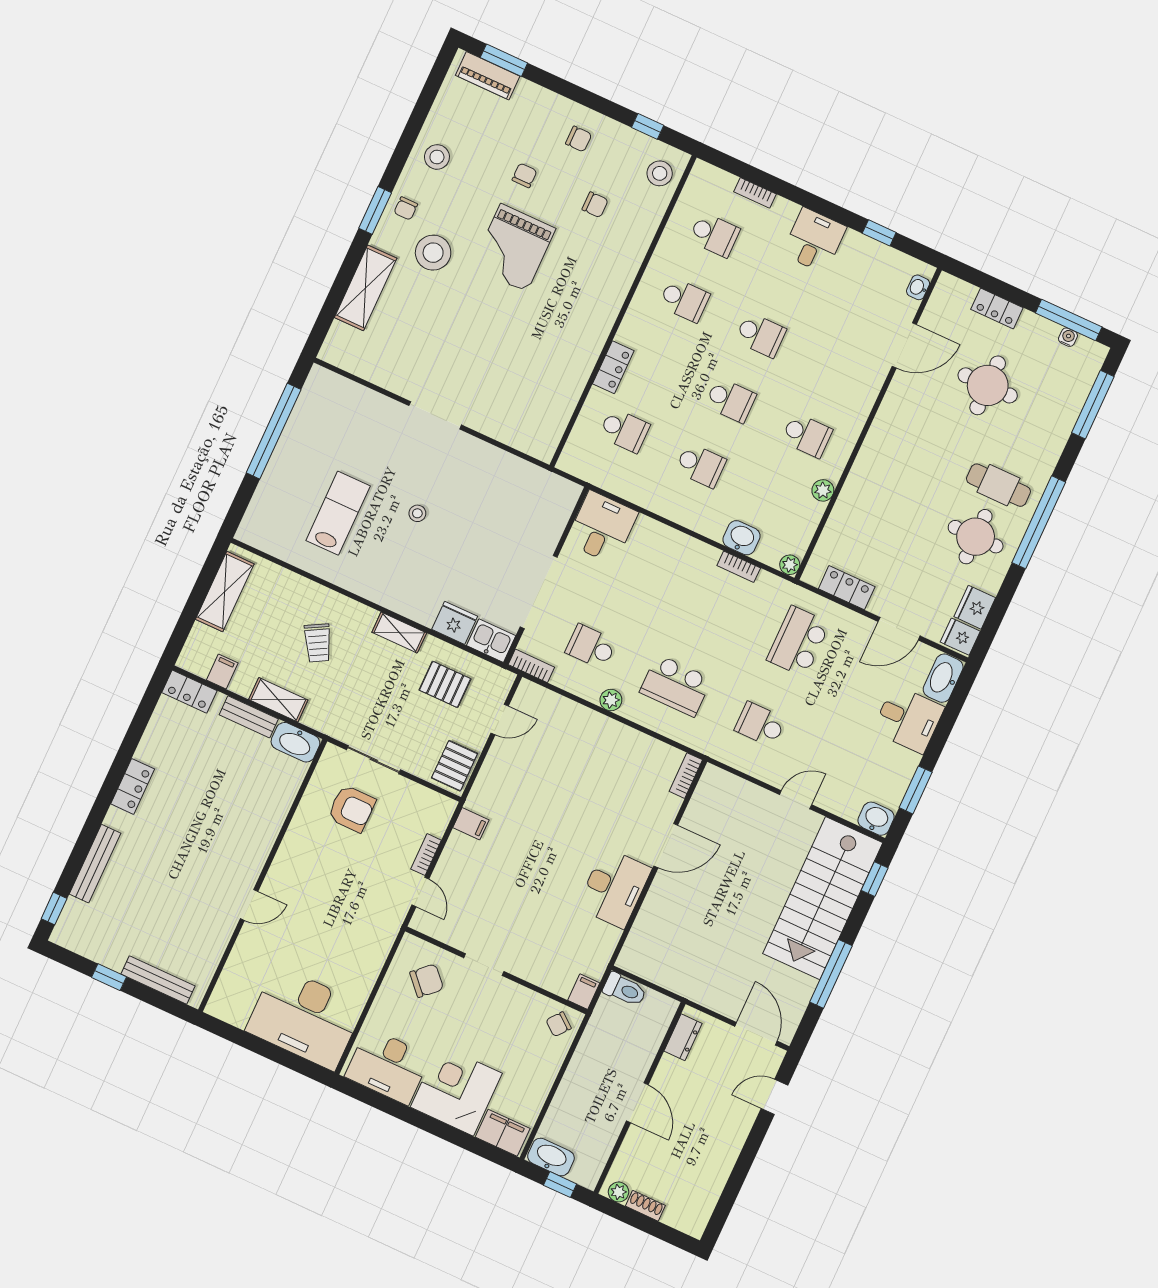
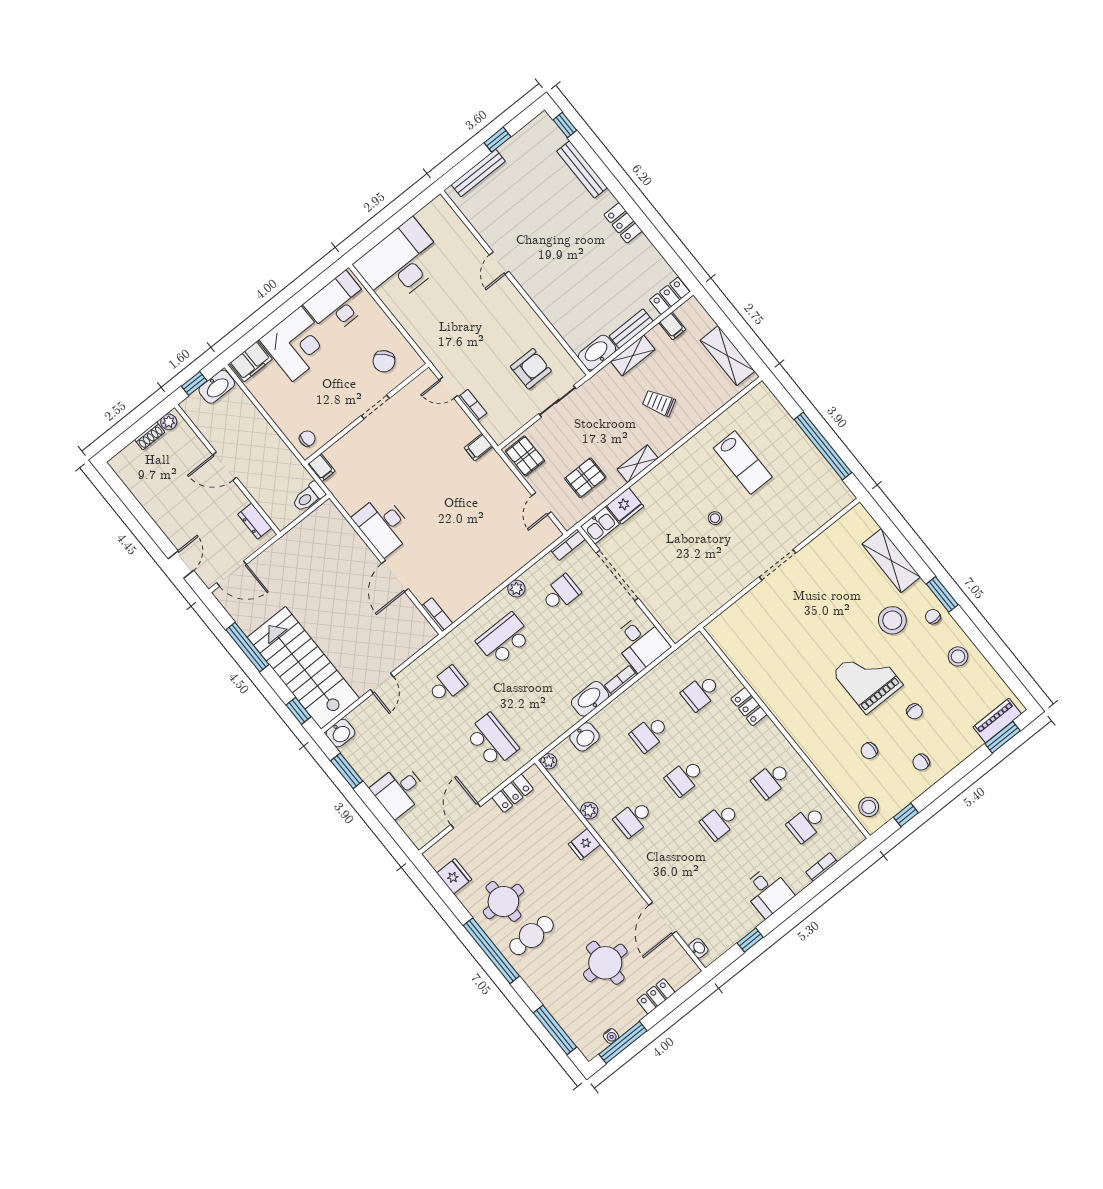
bookcase: (739, 567) -> (621, 680), moved
fridge: (960, 637) -> (584, 844), moved, turned 180
washbasin: (943, 678) -> (590, 699), moved, turned -90
armchair: (352, 809) -> (531, 369), turned 180
chair: (559, 1024) -> (307, 438), turned 51

